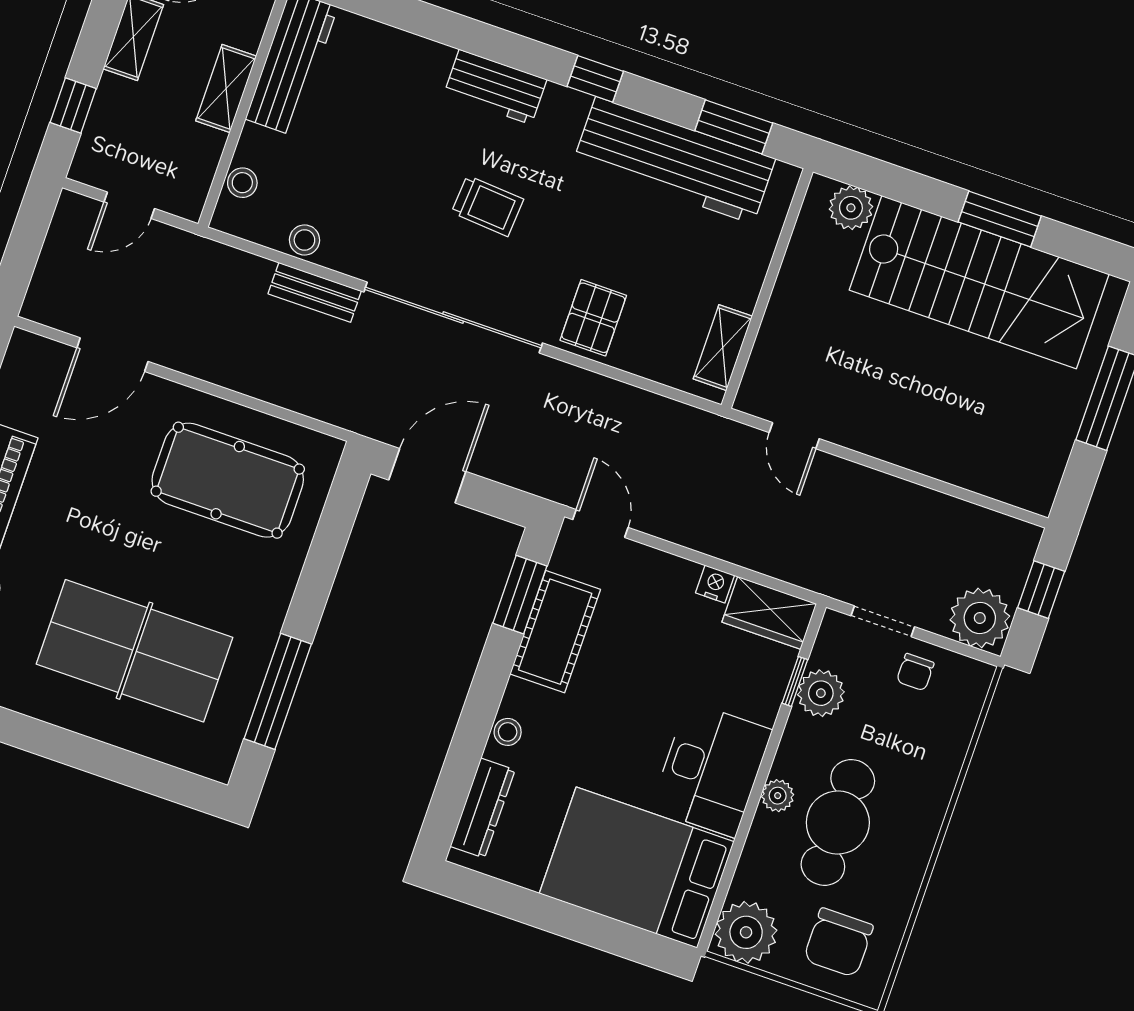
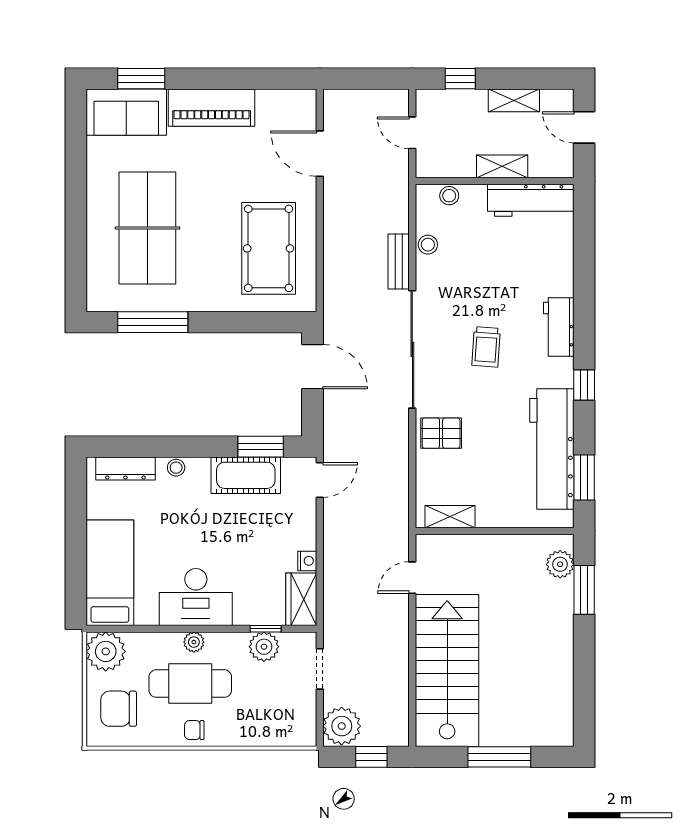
window: (1000, 219) -> (584, 590), moved
stairs: (979, 282) -> (447, 671), moved, turned 180
chair: (915, 672) -> (194, 730), moved
bed: (637, 868) -> (110, 573), width x0.67

